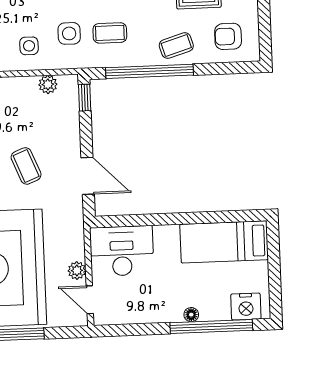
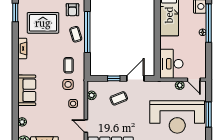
window: (149, 71) -> (87, 32), moved
window: (85, 98) -> (114, 78), moved
coffee table: (26, 166) -> (119, 98), moved
door: (90, 300) -> (194, 80), hinge flipped

